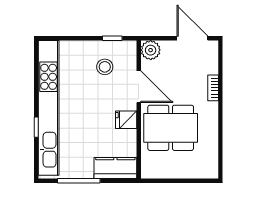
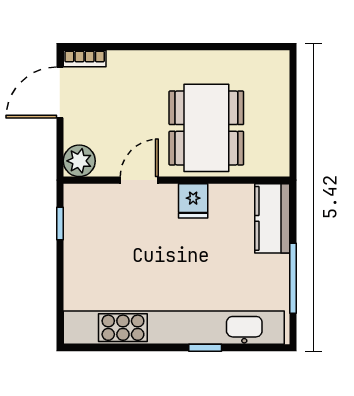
stool: (105, 67) -> (107, 236), removed
door: (139, 87) -> (139, 180), width x0.73
bookcase: (213, 88) -> (85, 58), moved

